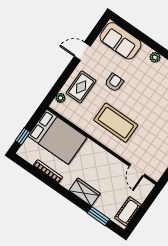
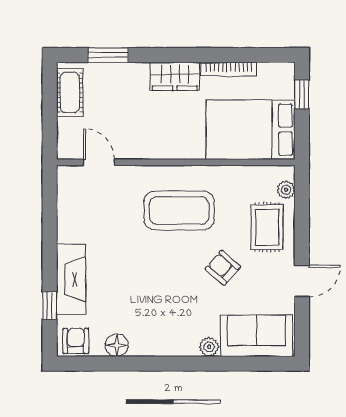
plant: (155, 57) -> (209, 347), moved
armchair: (114, 83) -> (223, 268), turned 131
wardrobe: (85, 192) -> (175, 76), moved

